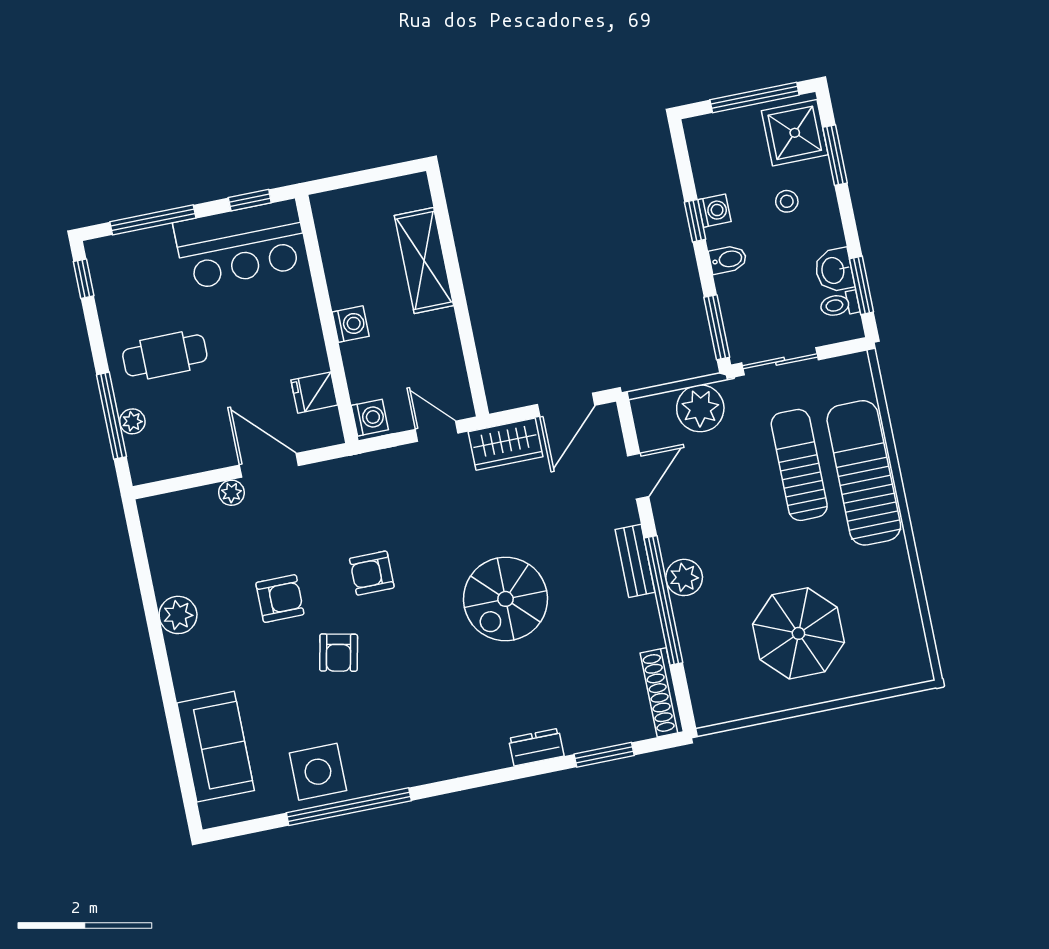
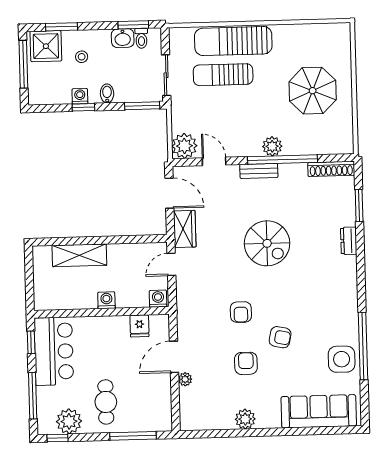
plant: (700, 408) -> (184, 146), moved
plant: (132, 421) -> (69, 421), moved, width x1.87, depth x1.87
sofa: (216, 747) -> (319, 411), width x1.36

